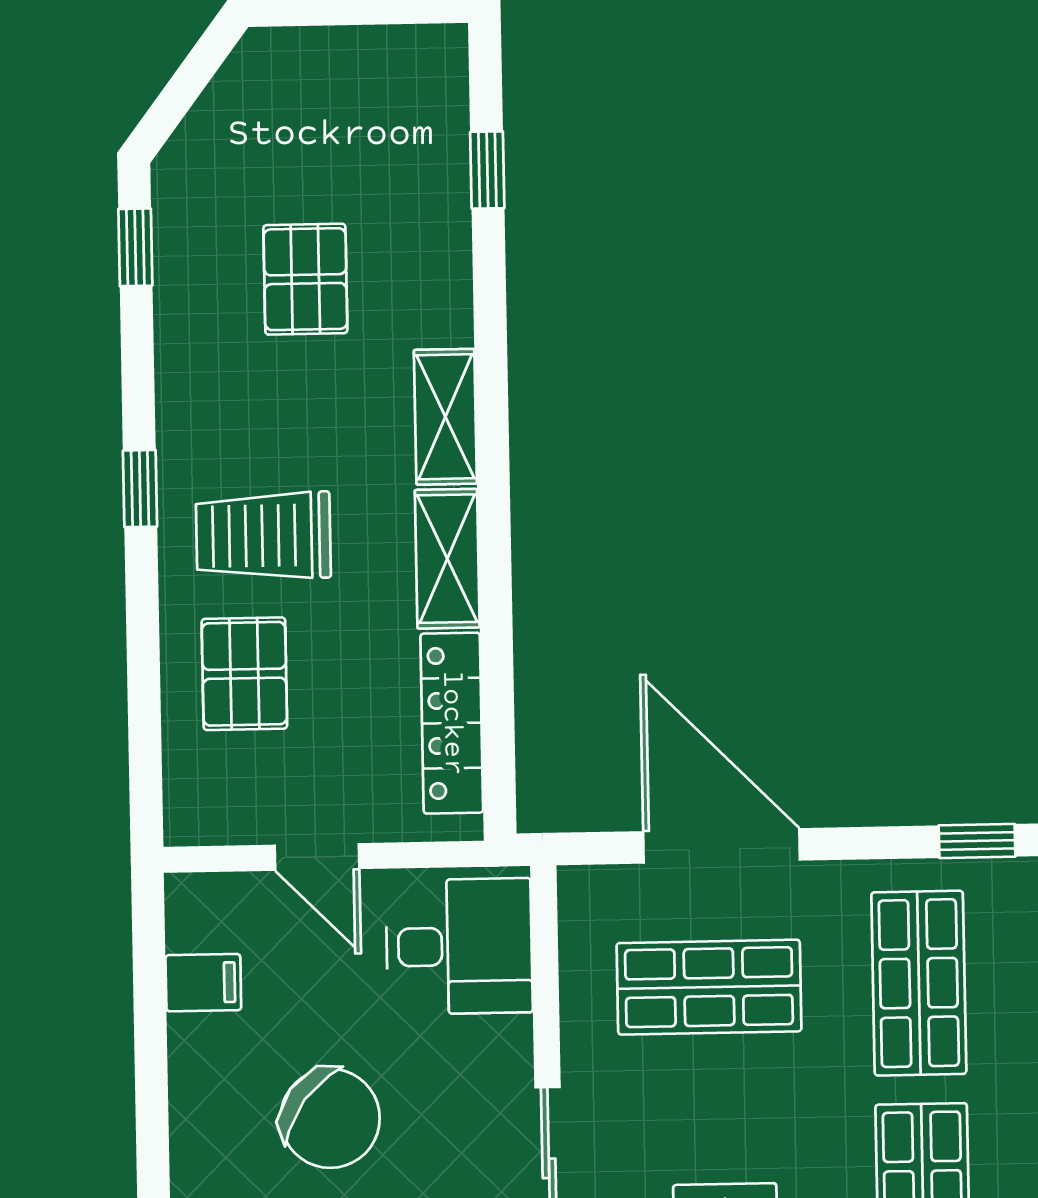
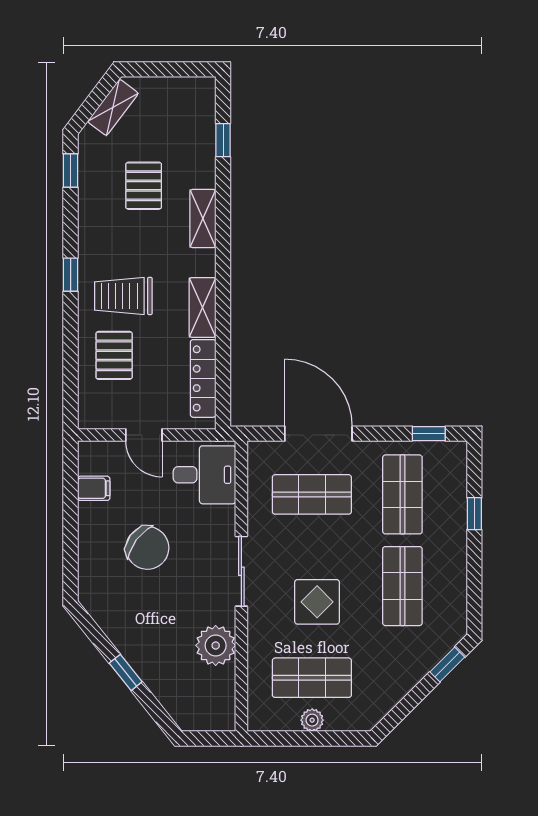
shelving: (231, 99) -> (113, 107), added
shelving: (445, 417) -> (203, 219), moved

